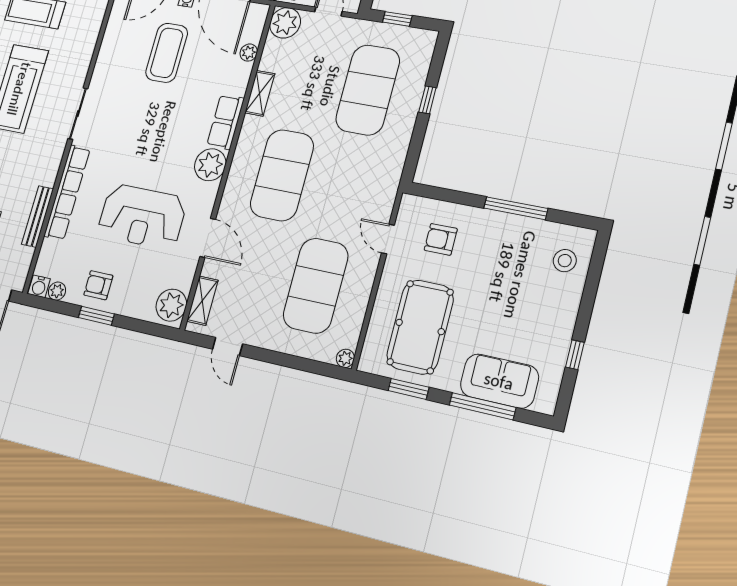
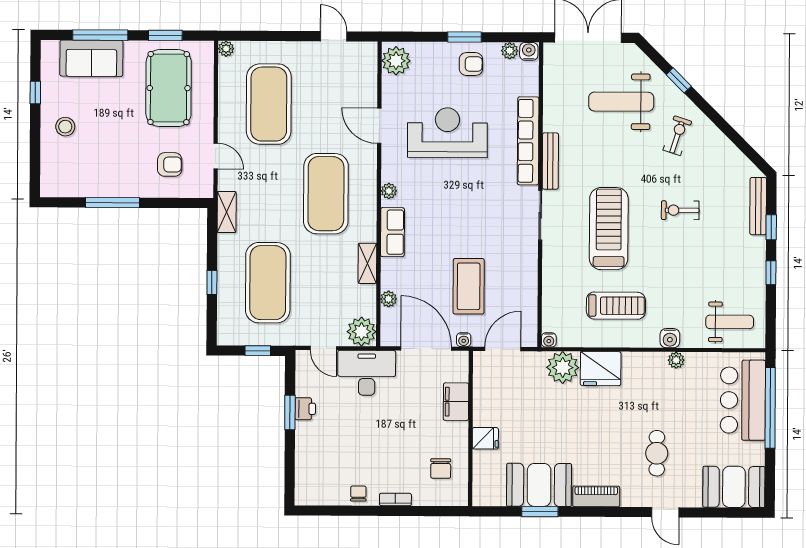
plant: (210, 165) -> (389, 191), width x0.53, depth x0.53
bench: (38, 217) -> (550, 161), moved
stool: (565, 261) -> (65, 127), moved
shelving: (202, 301) -> (227, 212), moved

